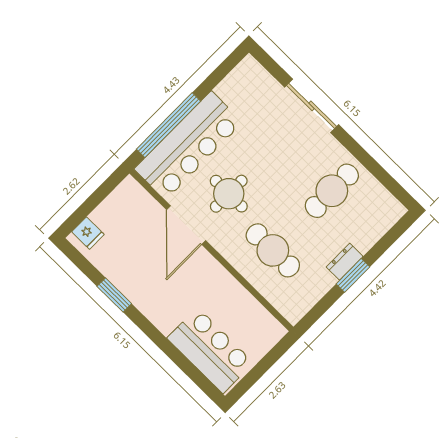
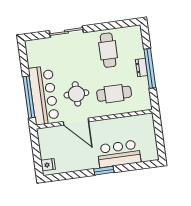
window: (353, 275) -> (150, 68), width x2.11
window: (114, 295) -> (104, 171), moved
bar counter: (210, 350) -> (119, 154), moved

